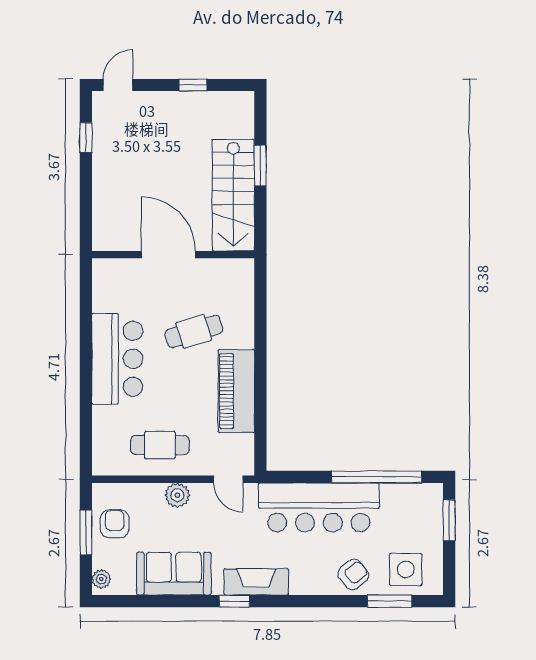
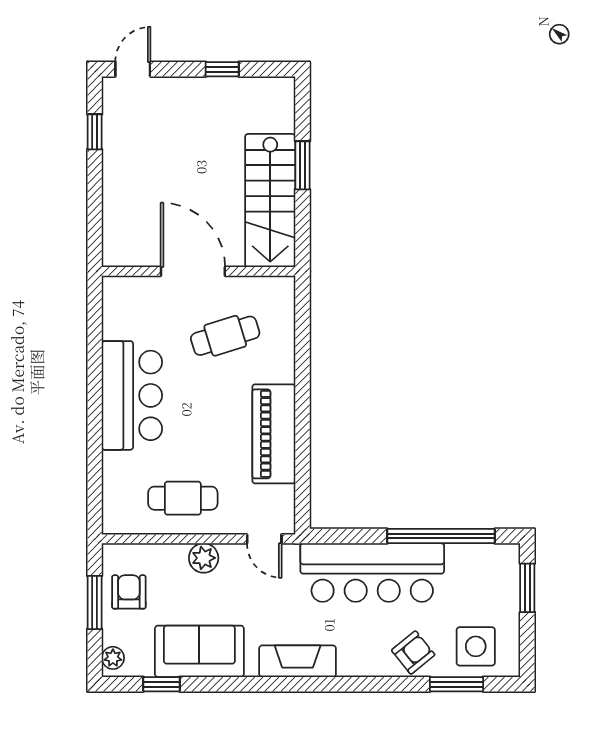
cafe table: (194, 331) -> (225, 336), moved
window: (234, 601) -> (162, 684), moved

